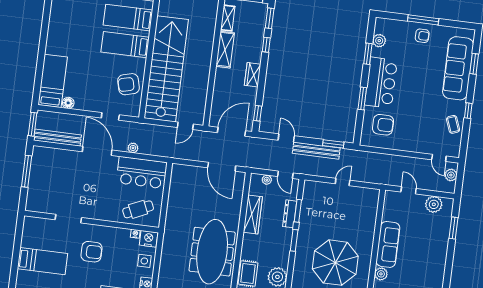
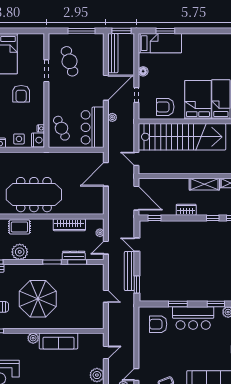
bed: (125, 45) -> (198, 100), width x1.50
window: (39, 73) -> (165, 31), added
armchair: (129, 84) -> (165, 107), turned -75
floor lamp: (68, 103) -> (143, 71), moved
armchair: (383, 125) -> (158, 324), turned 90
door: (286, 138) -> (137, 245), swing flipped
door: (222, 167) -> (106, 174), moved
cafe table: (61, 190) -> (70, 61), added

